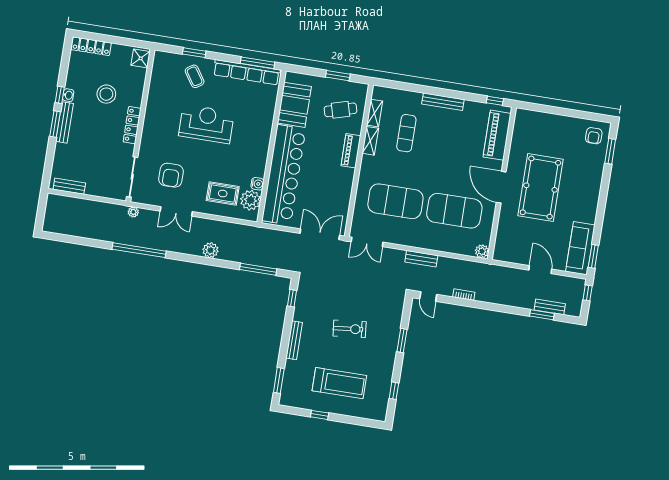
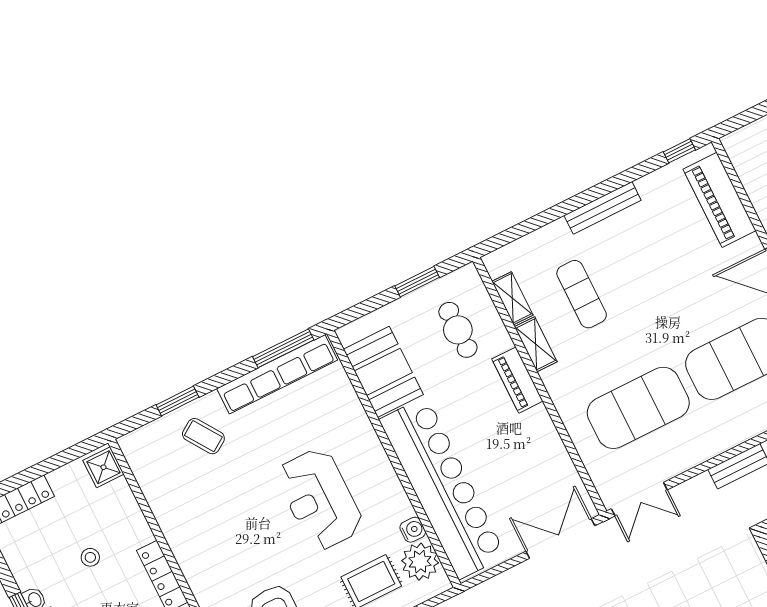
stool: (106, 94) -> (90, 557), width x0.53, depth x0.53
cafe table: (341, 110) -> (458, 330), turned -74
reception desk: (206, 124) -> (319, 499), moved, turned -90

